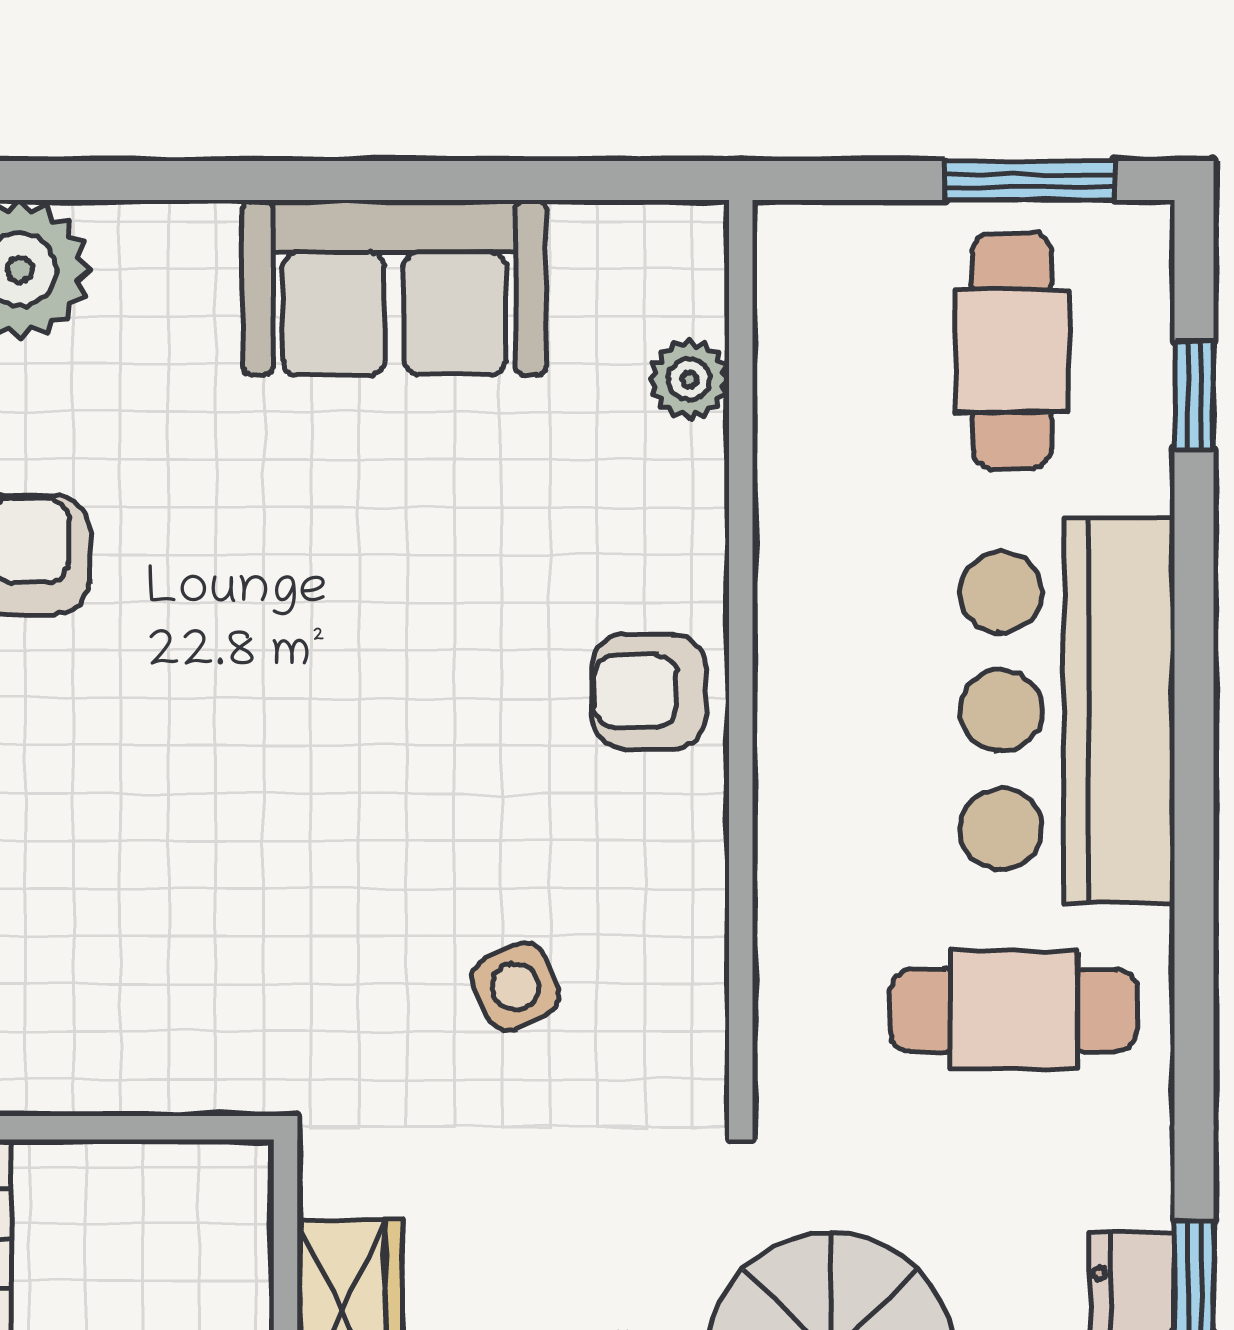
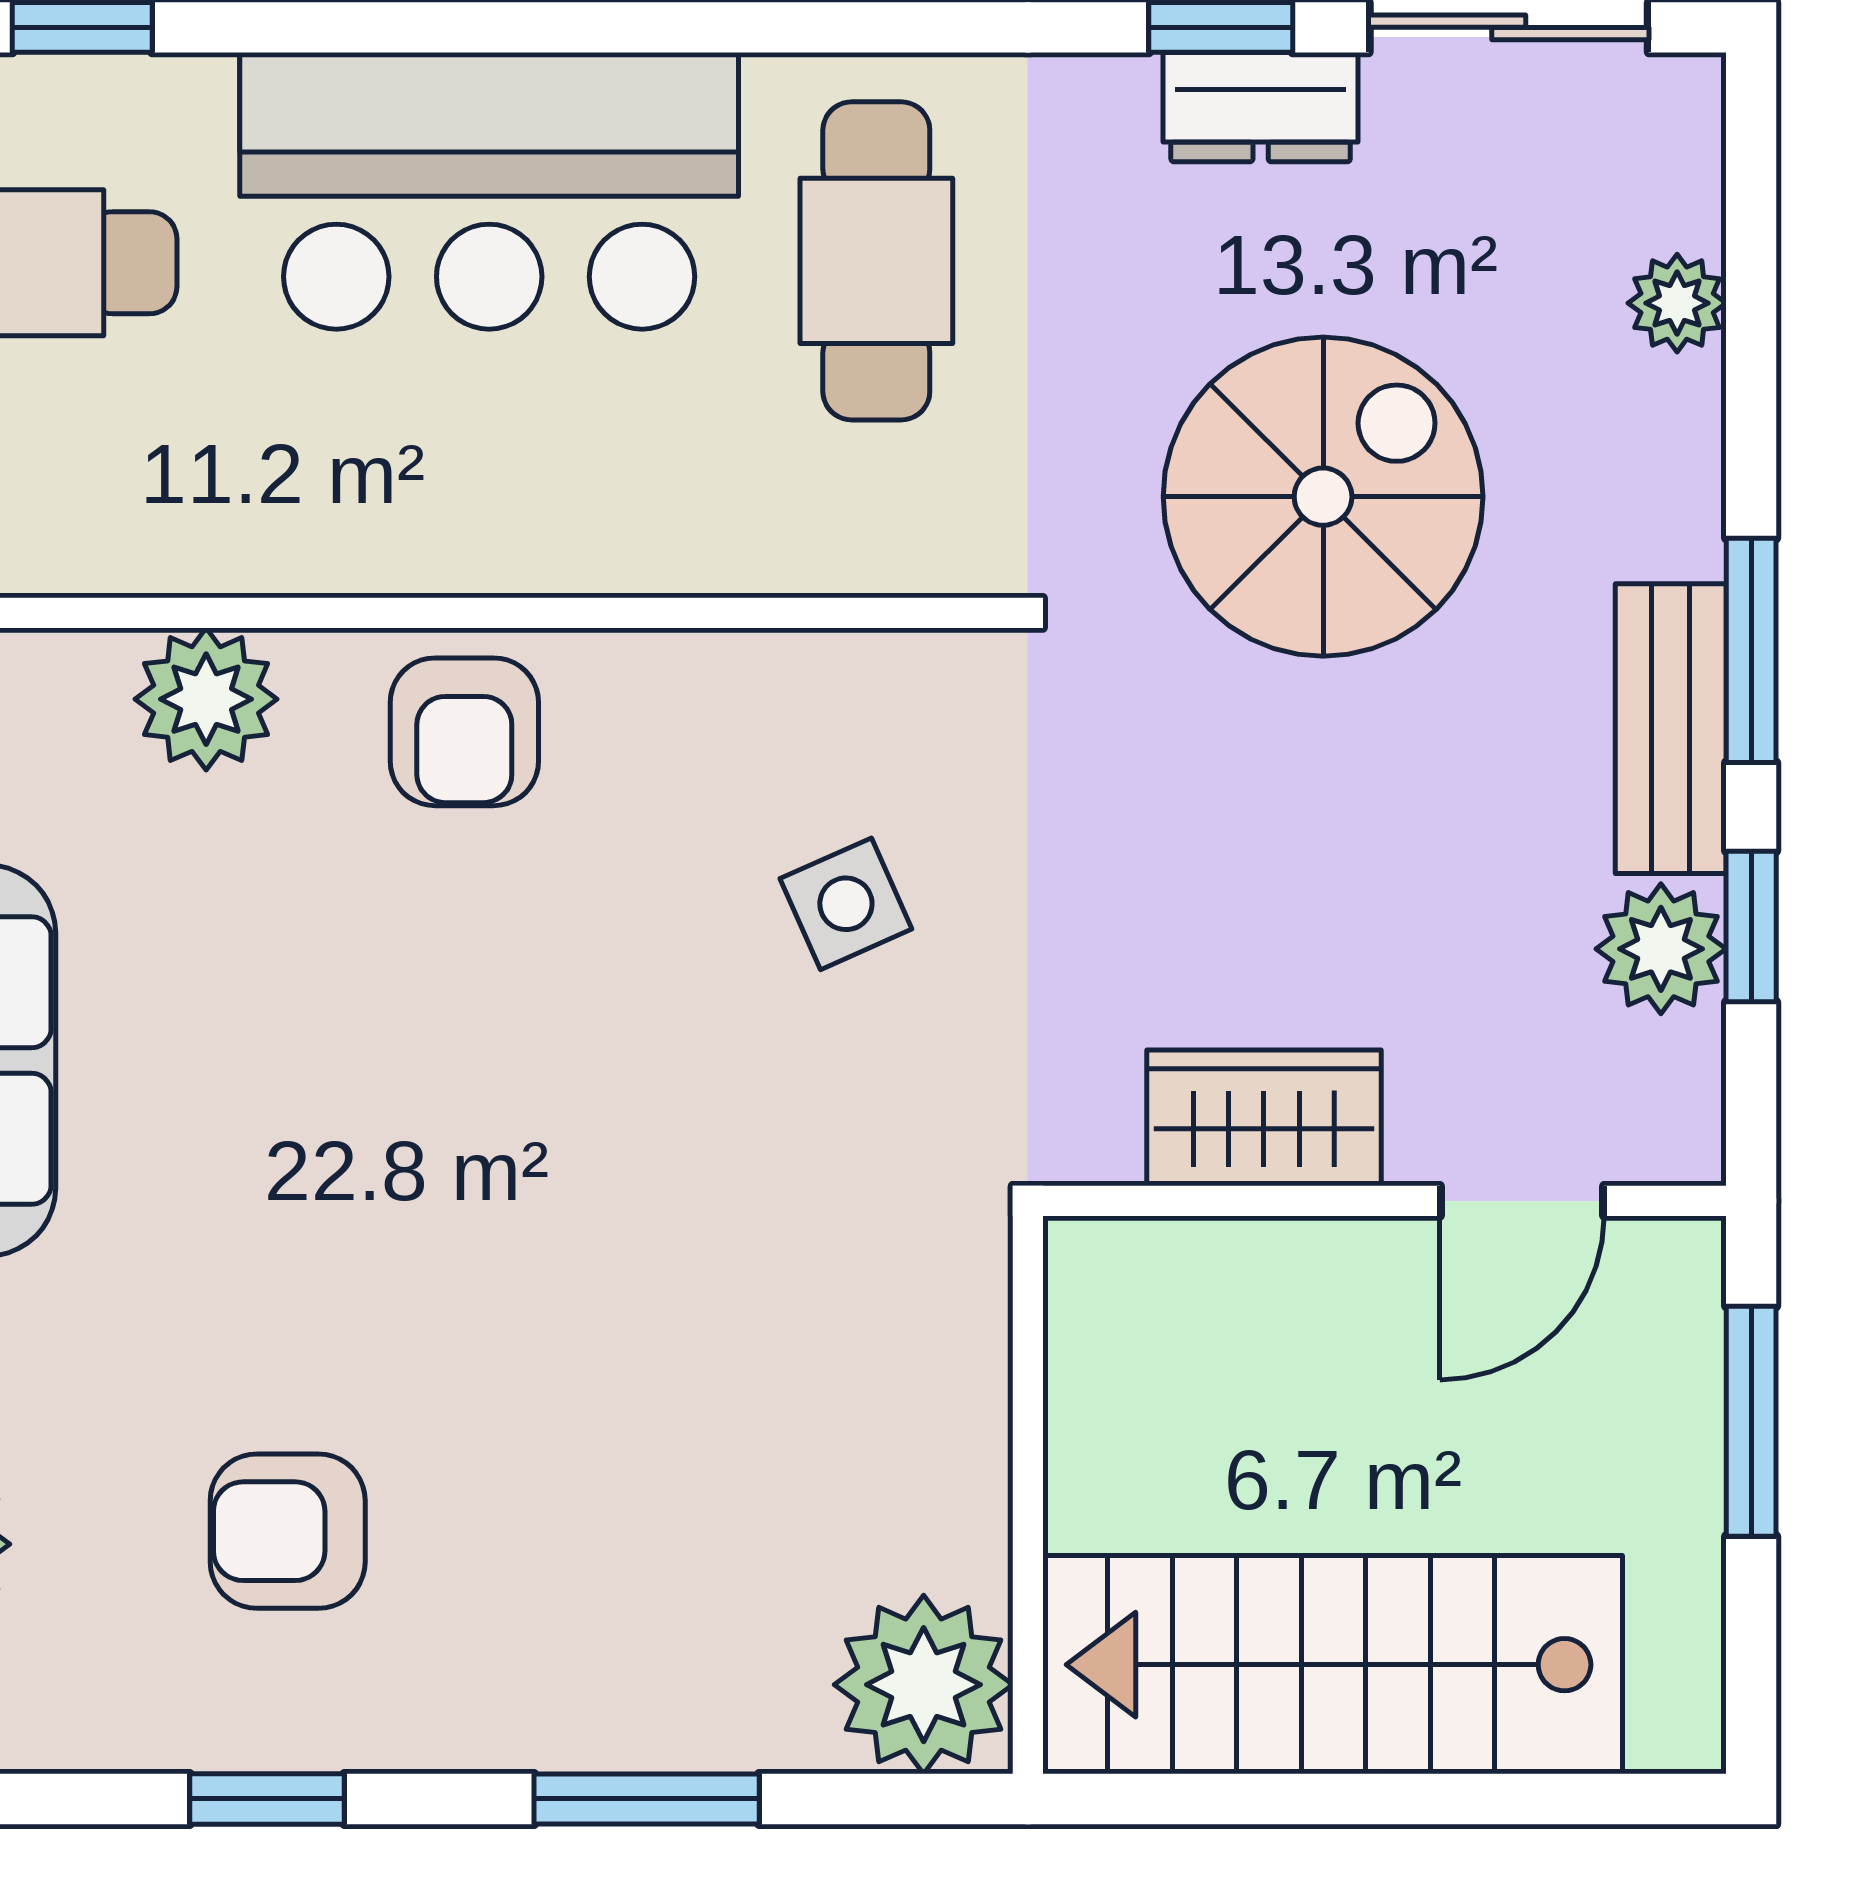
plant: (689, 379) -> (206, 699), moved, width x1.38, depth x1.38

